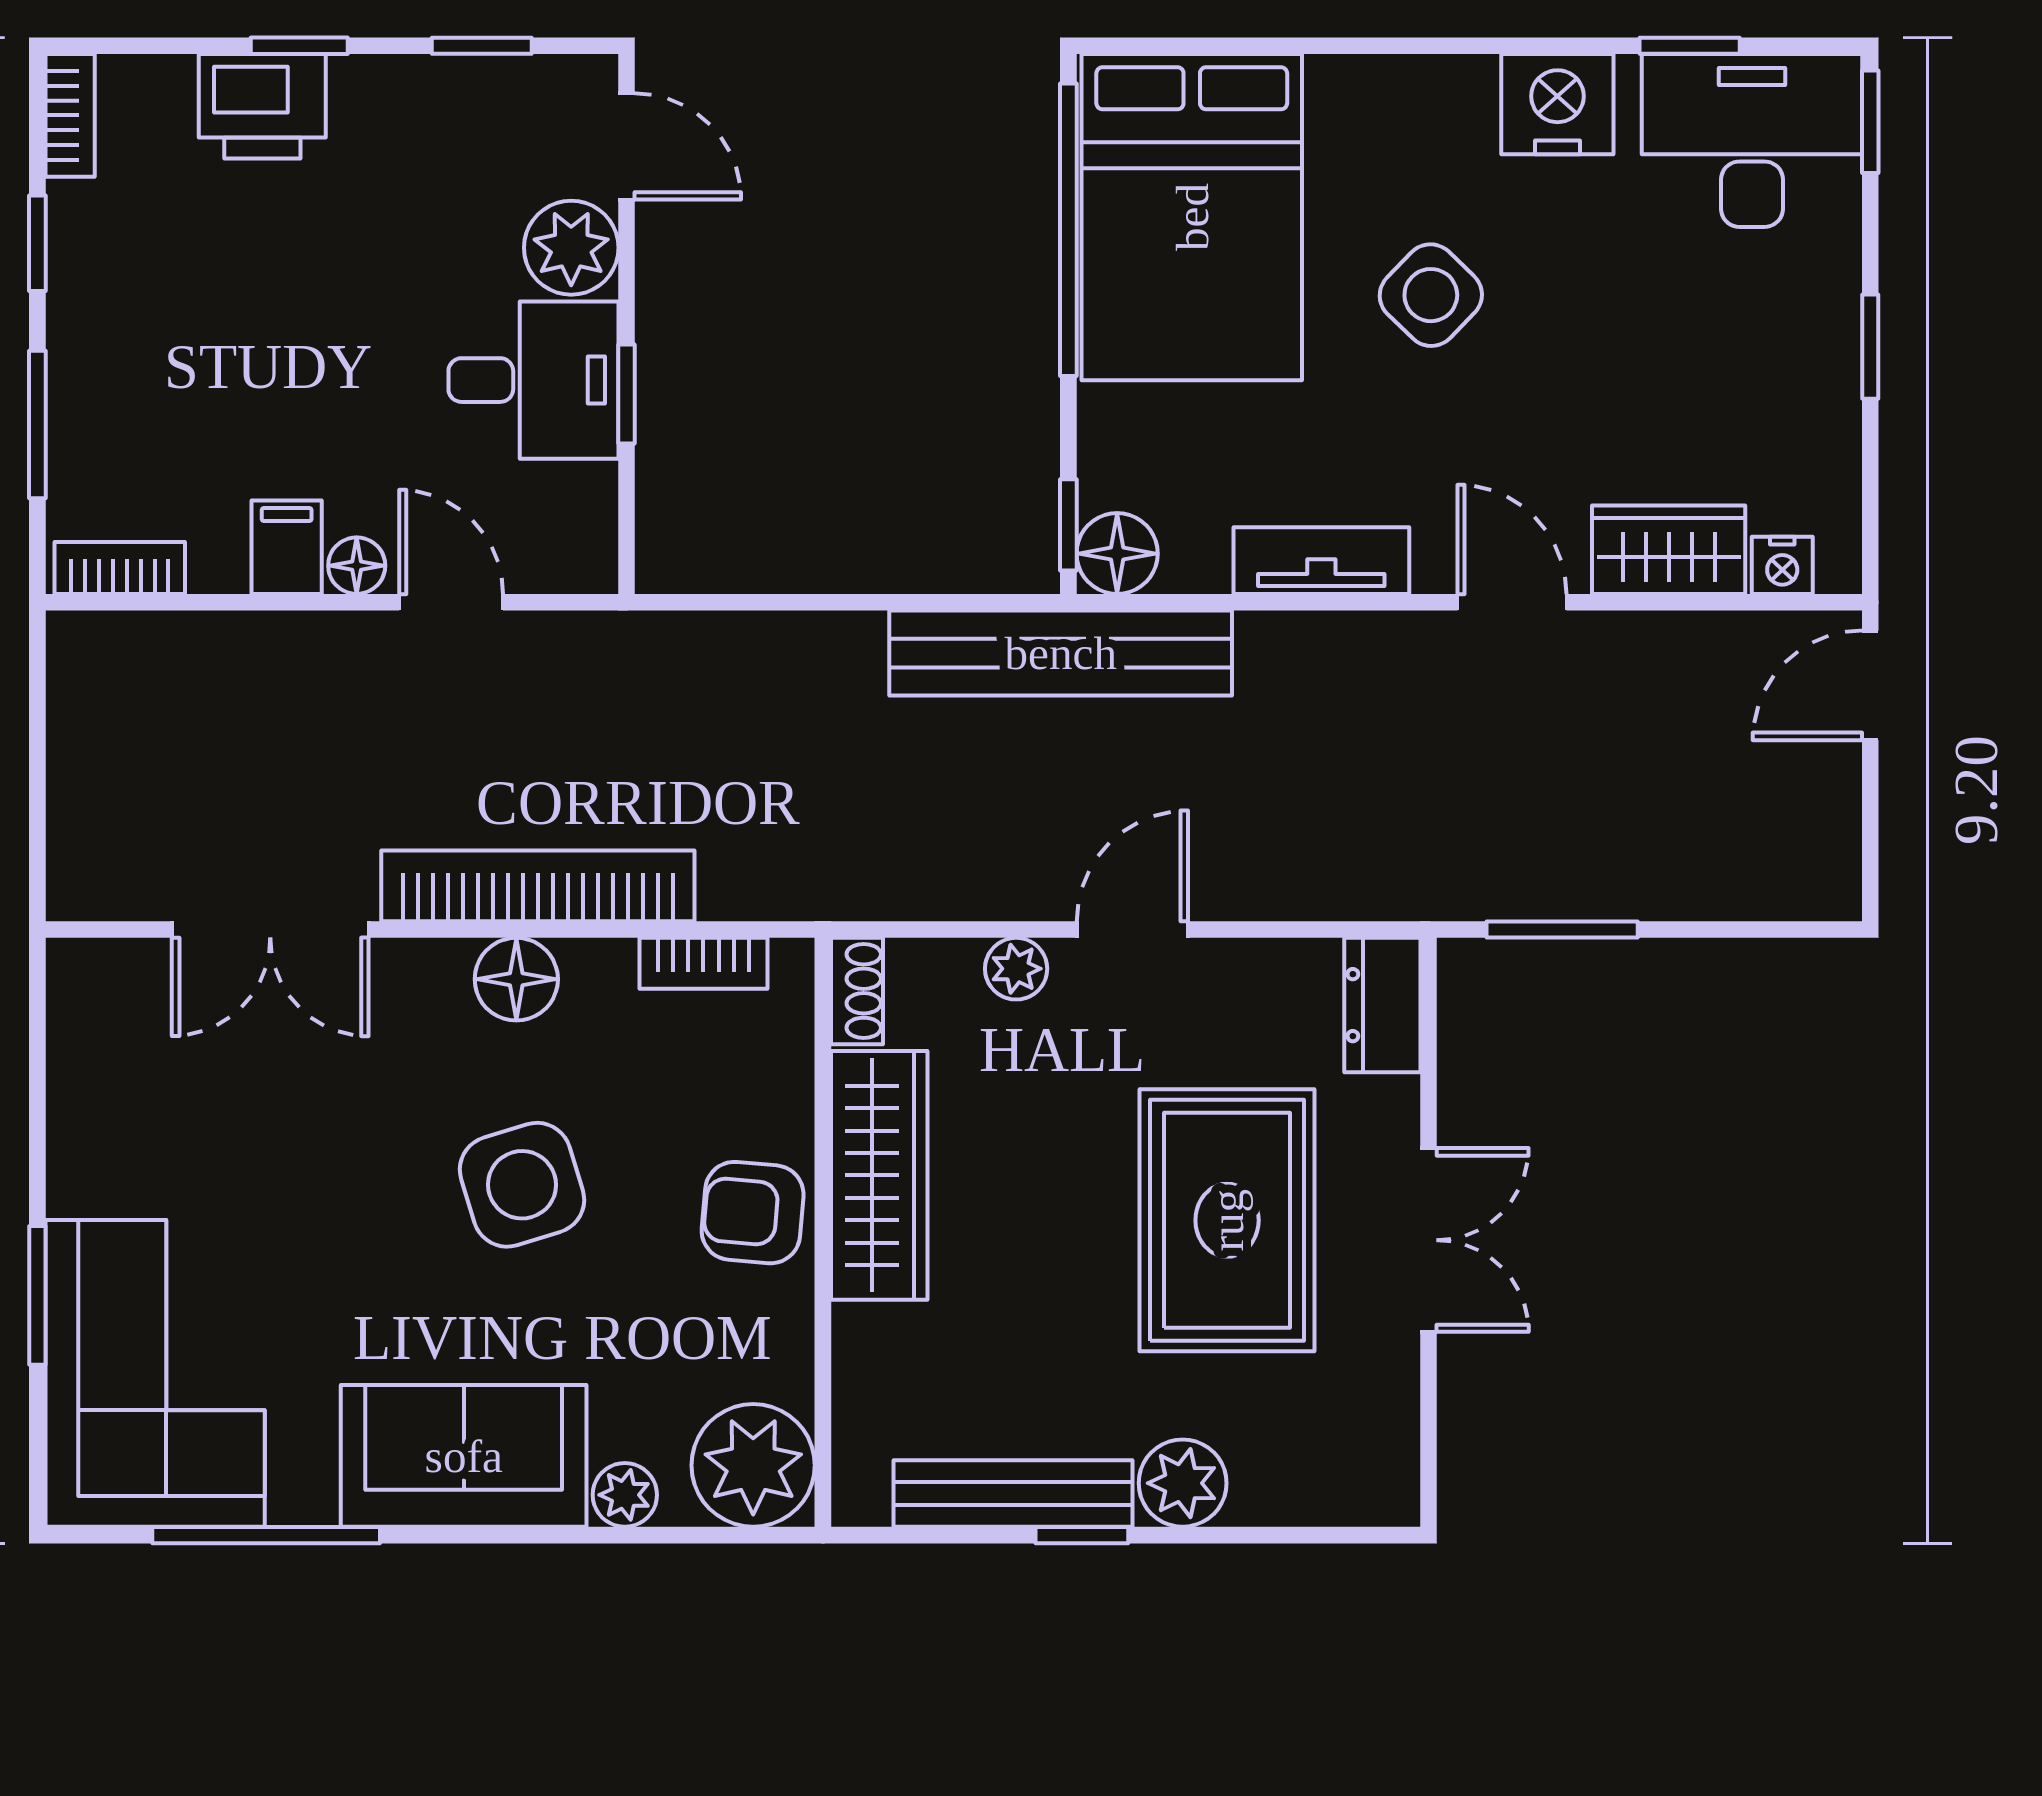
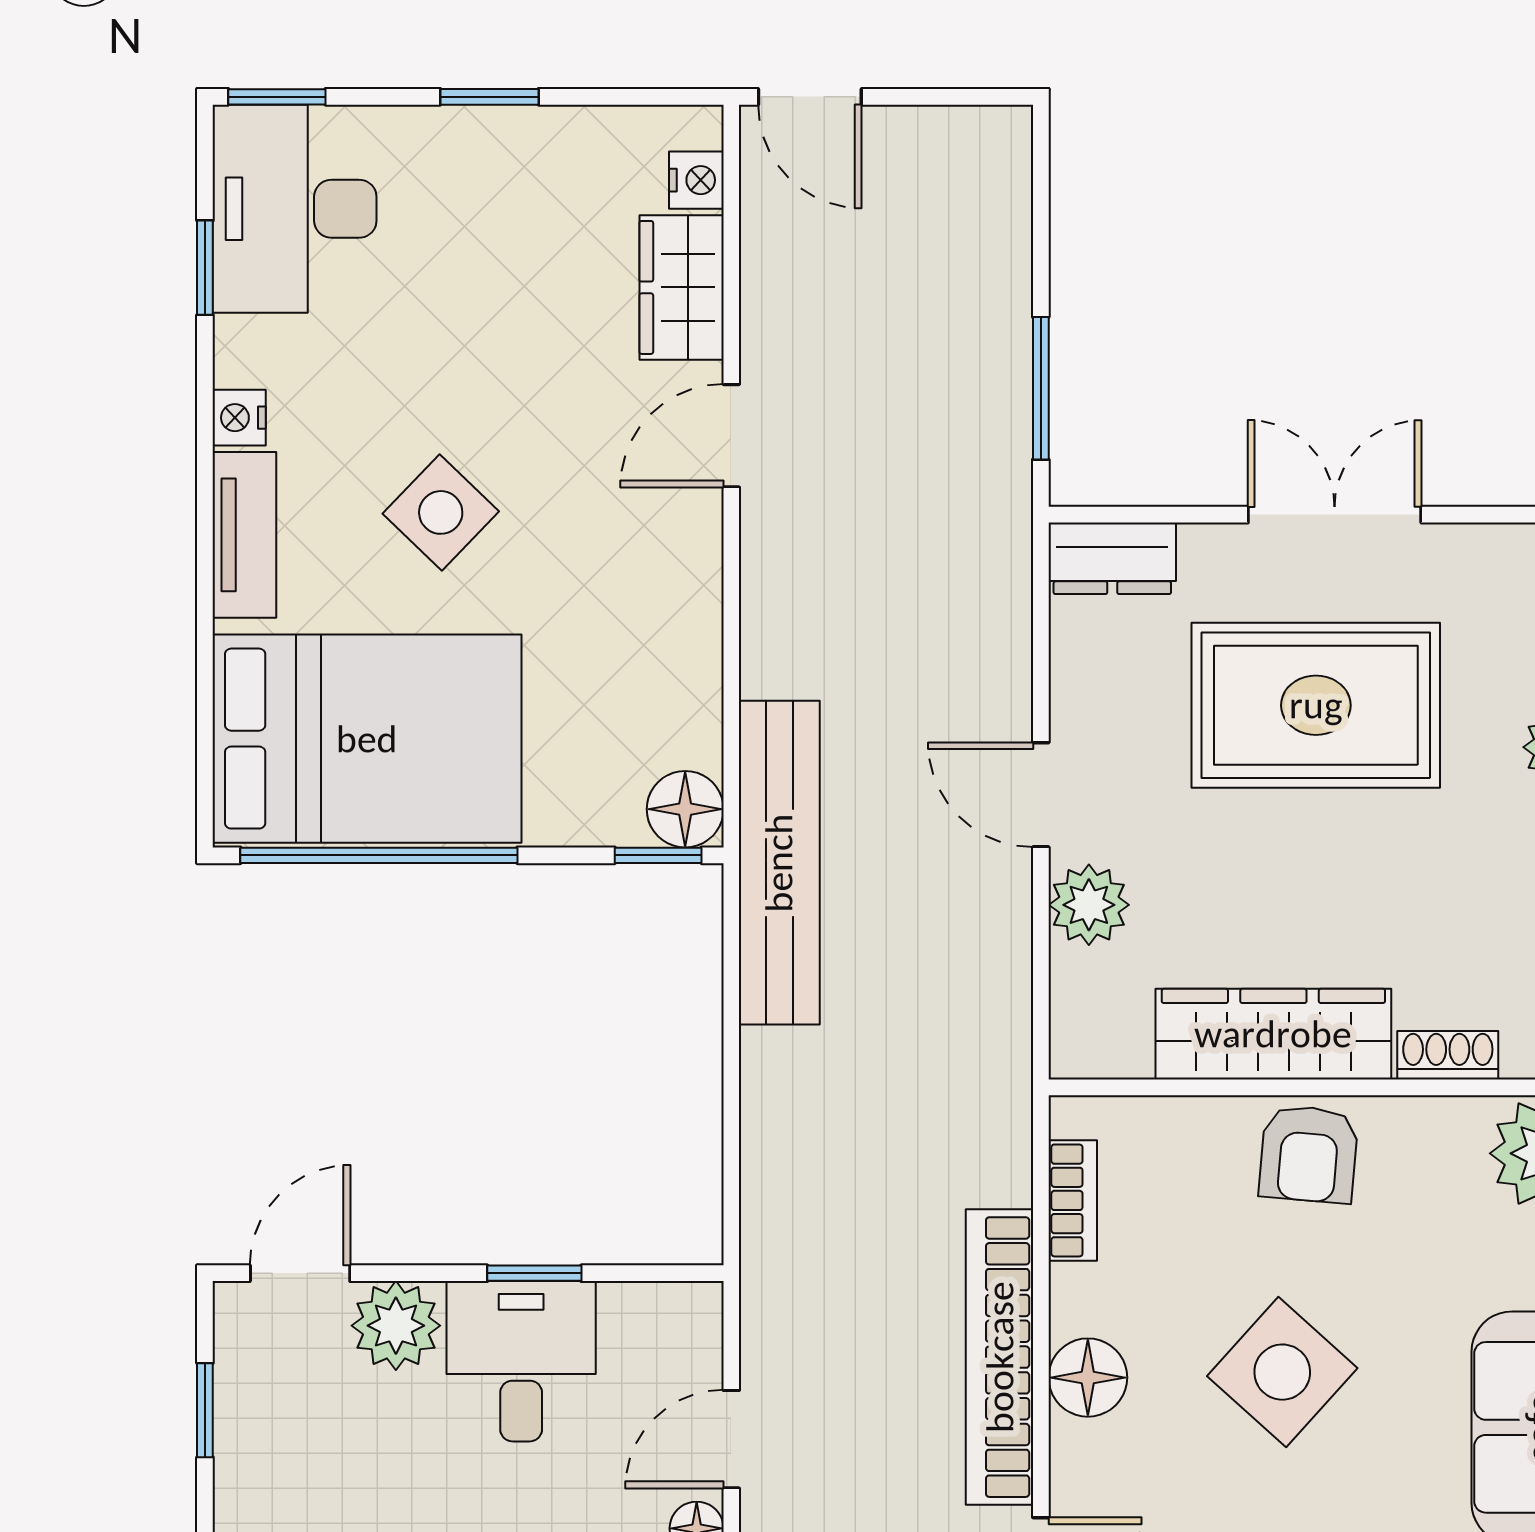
nightstand: (1557, 104) -> (239, 418), width x0.53, depth x0.56
tv unit: (1321, 561) -> (244, 535), moved, turned 180
plant: (1016, 969) -> (1089, 905), width x1.38, depth x1.38
shoe rack: (857, 991) -> (1448, 1055), moved
side table: (522, 1185) -> (1282, 1372), turned -31

